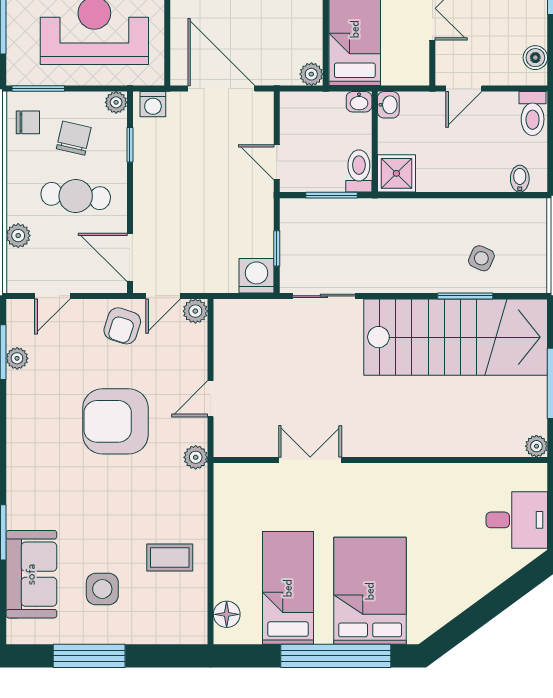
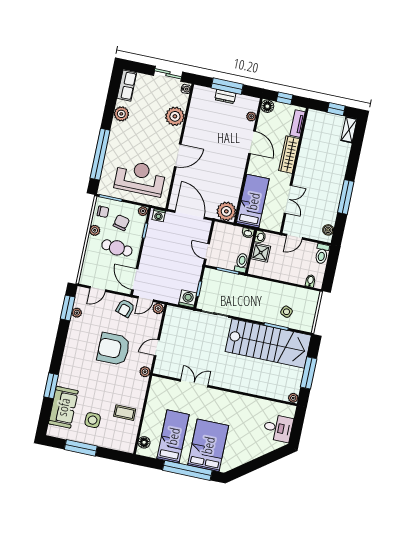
plant: (311, 74) -> (226, 211), width x1.87, depth x1.87
shower: (396, 173) -> (261, 253), moved
plant: (18, 236) -> (95, 230), moved

